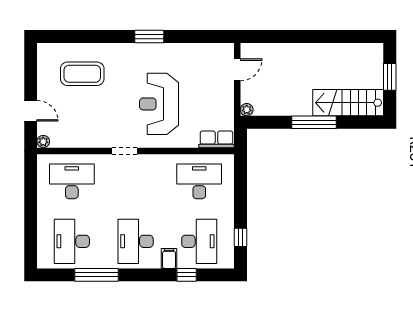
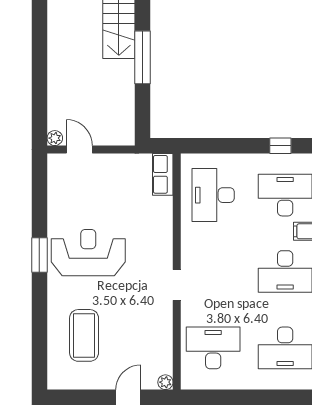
reception desk: (159, 104) -> (88, 253), moved, turned 180
plant: (247, 110) -> (55, 138), moved
desk: (72, 181) -> (213, 348), turned 90

